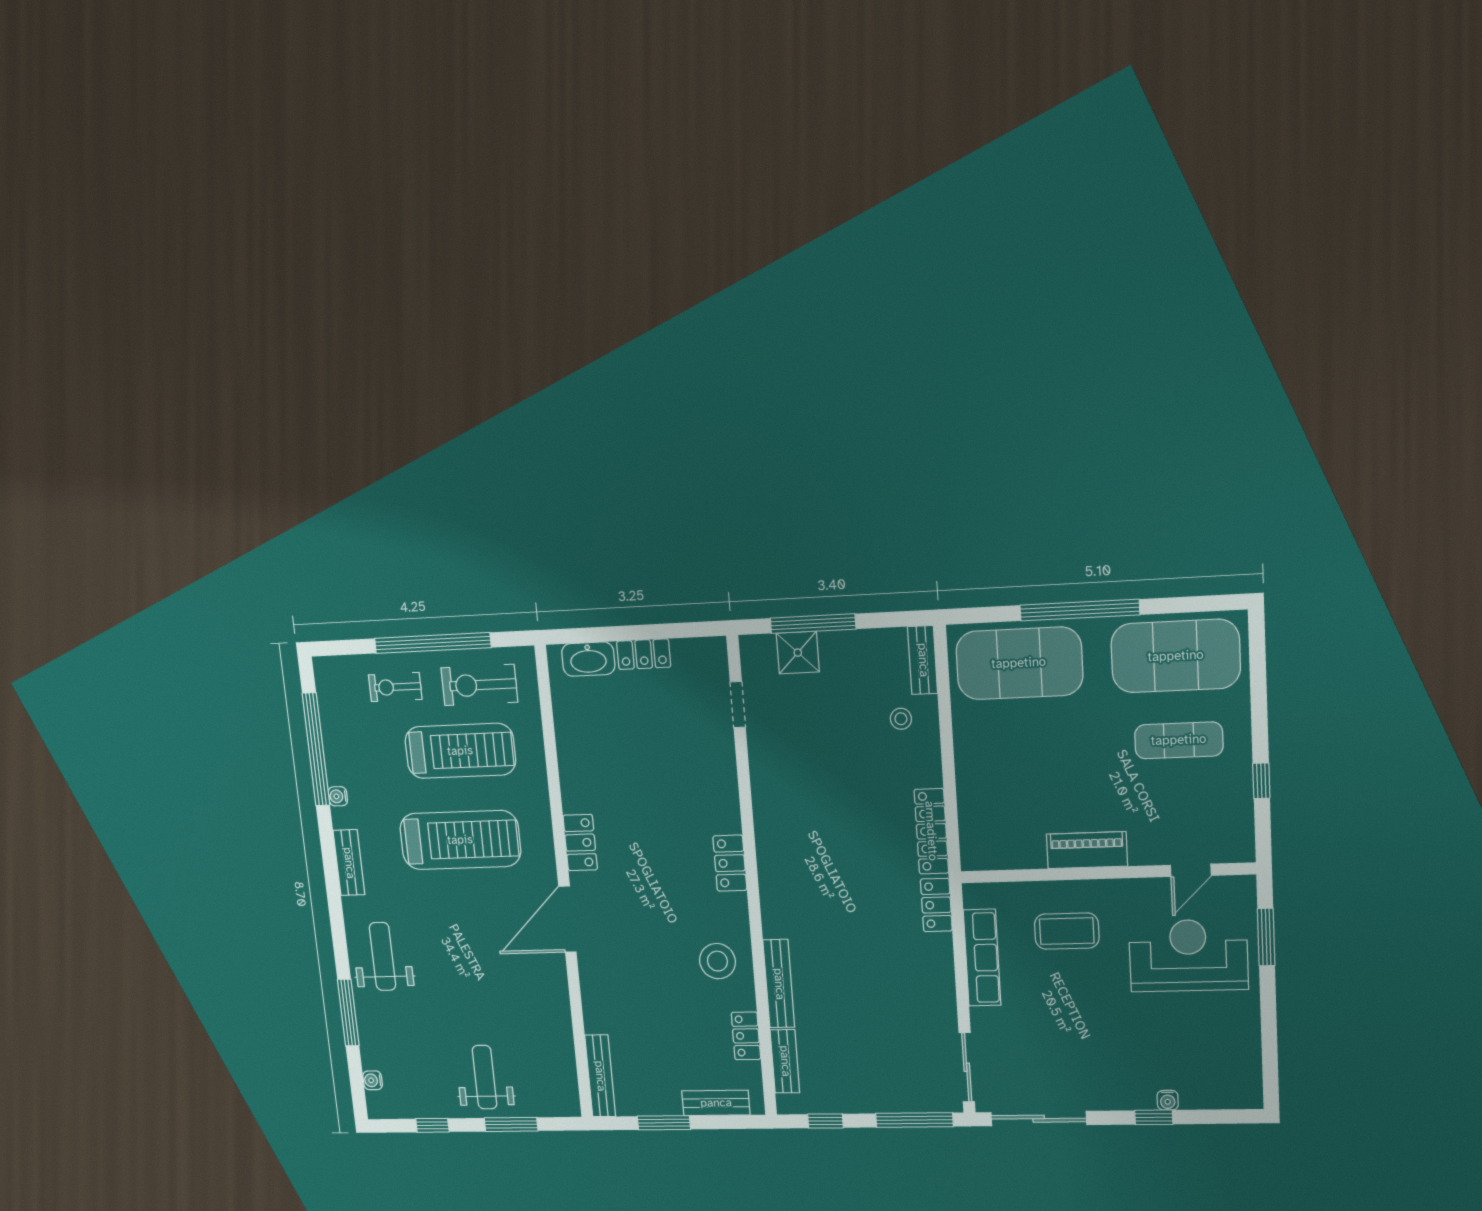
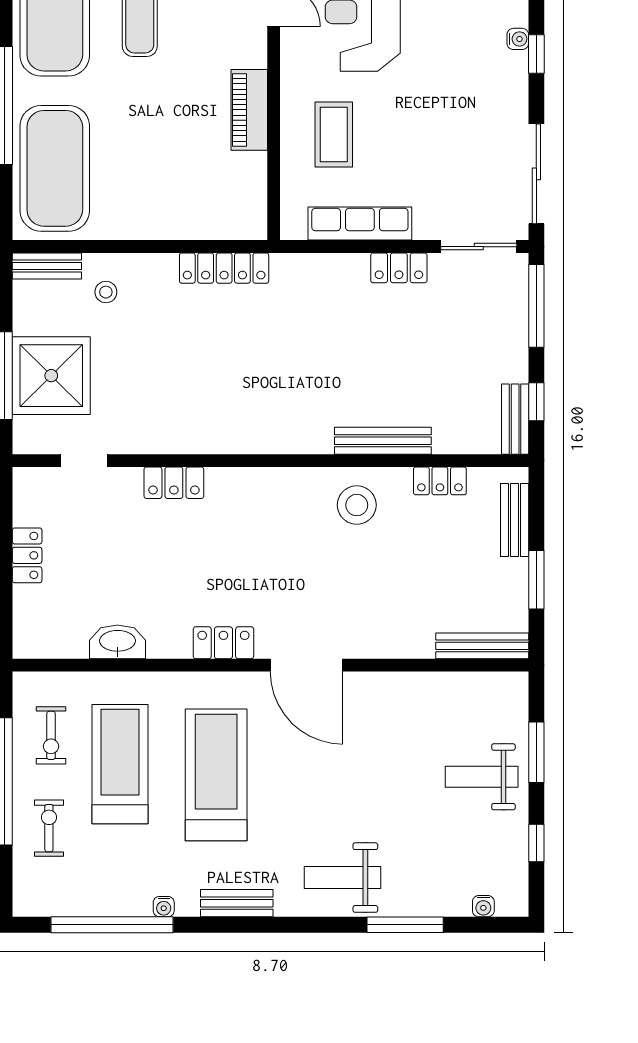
shower: (798, 653) -> (51, 376), width x1.86, depth x1.86
washbasin: (588, 659) -> (117, 642), moved, turned -90
exercise bike: (479, 685) -> (51, 735), width x0.73, depth x0.72
exercise bike: (395, 687) -> (49, 828), turned 180
locker: (730, 863) -> (174, 483), moved
locker: (936, 905) -> (399, 268), moved
bench: (785, 1061) -> (515, 419), moved, turned 90

